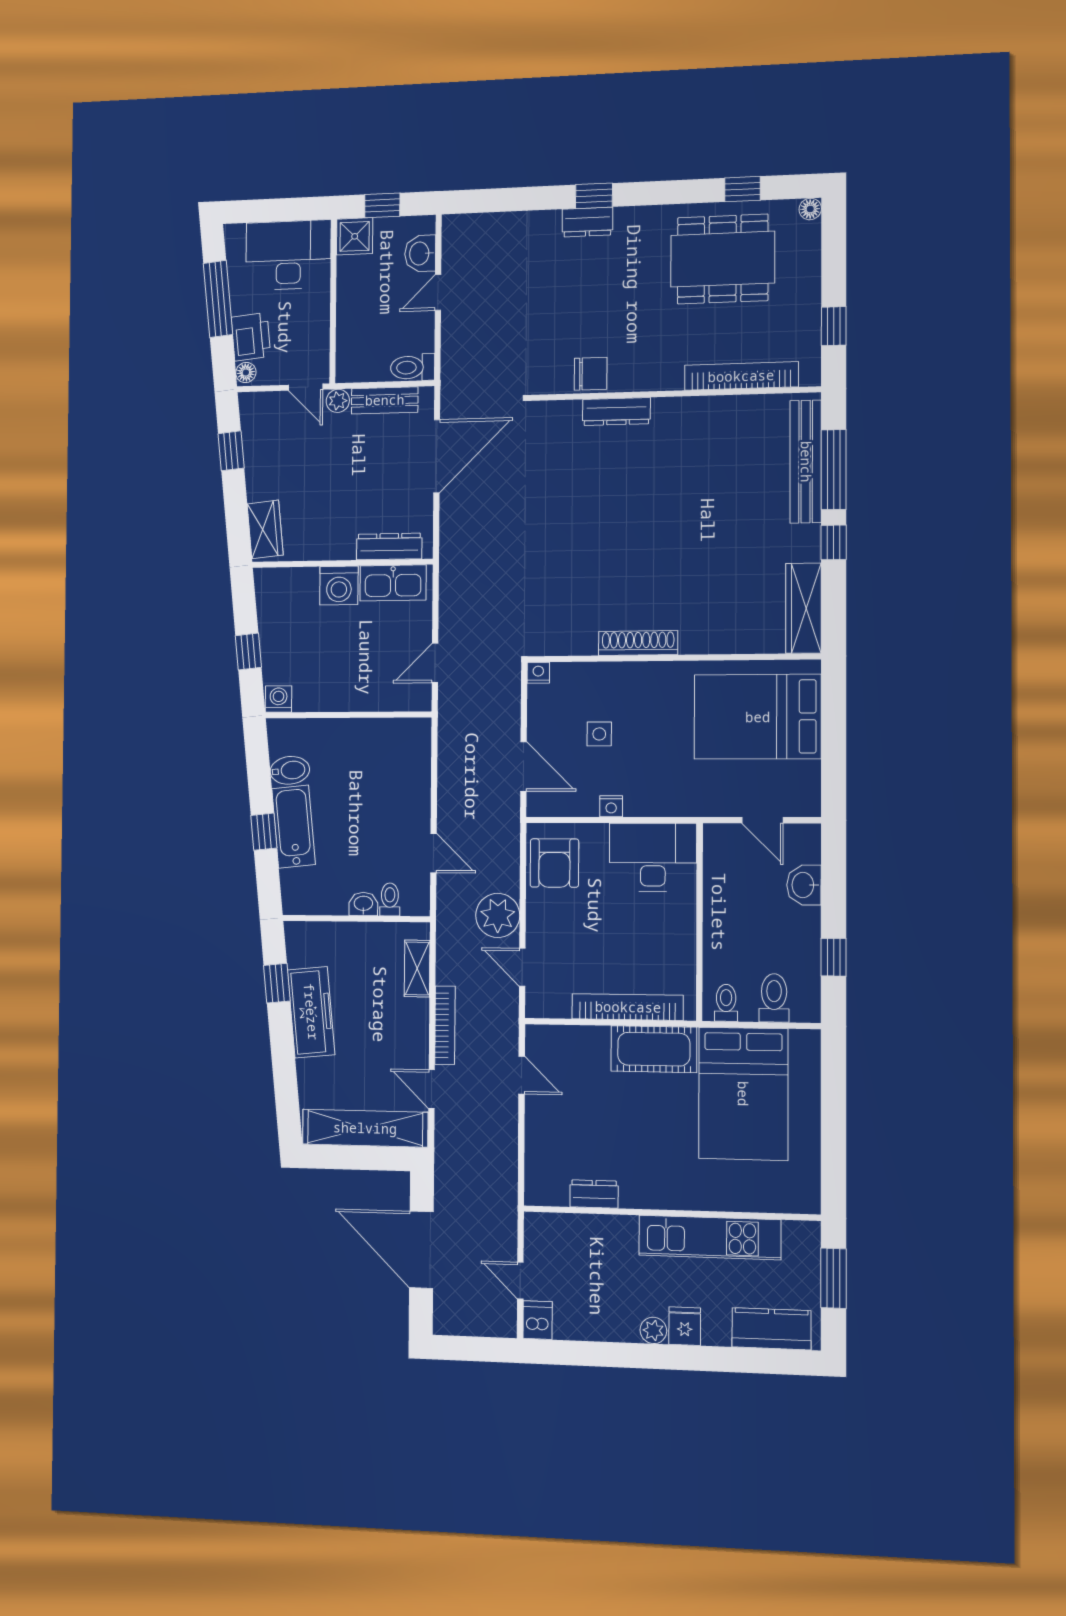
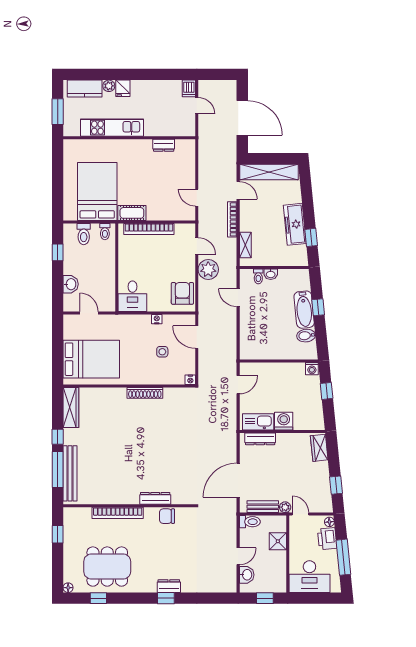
shower: (355, 236) -> (278, 541), moved
bookcase: (741, 376) -> (118, 513), moved
desk: (653, 857) -> (132, 296), width x0.73
cot: (654, 1049) -> (132, 213), width x0.73, depth x0.75
plant: (653, 1330) -> (109, 86), moved

